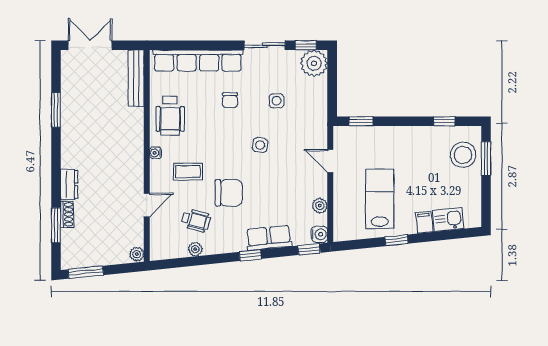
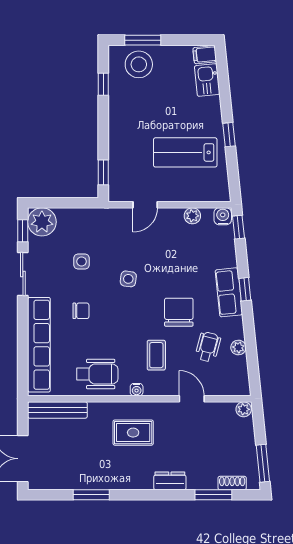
rug: (115, 150) -> (133, 433), added
shoe rack: (67, 214) -> (232, 483), moved
filing cabinet: (424, 222) -> (205, 55), moved
row of seats: (269, 238) -> (229, 292), moved

